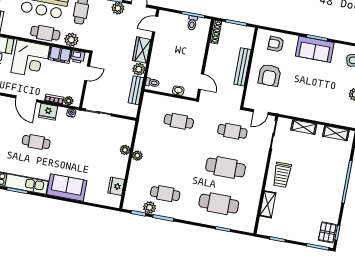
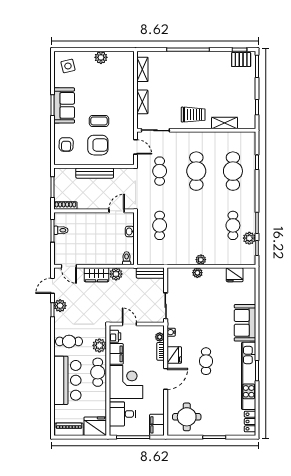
coffee table: (293, 81) -> (99, 121), added
bench: (136, 90) -> (150, 273), moved

